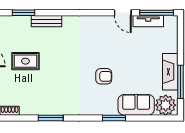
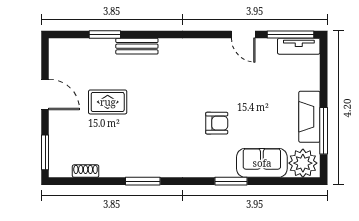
tv unit: (148, 21) -> (299, 46), moved

